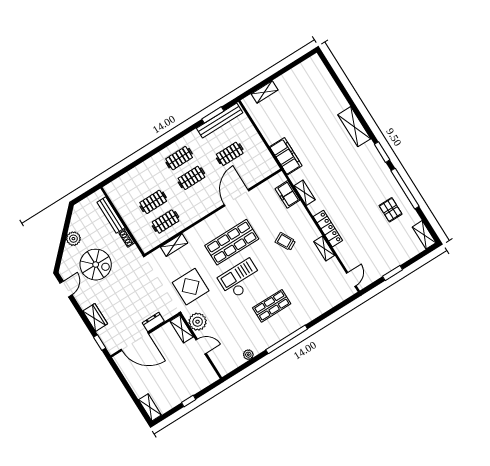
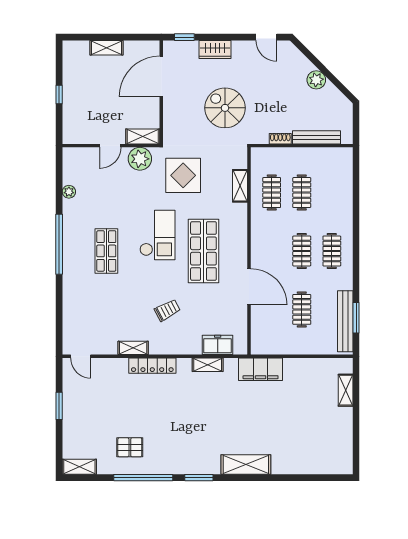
spiral stairs: (96, 265) -> (225, 108), moved, turned 90
dresser: (153, 322) -> (170, 110), removed
shelving: (150, 407) -> (107, 48), moved

